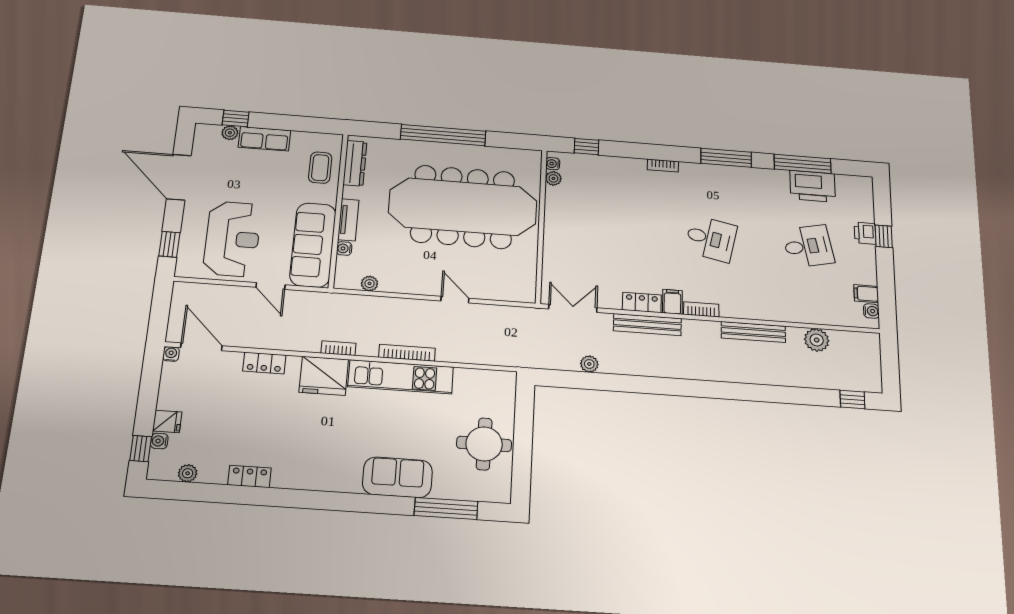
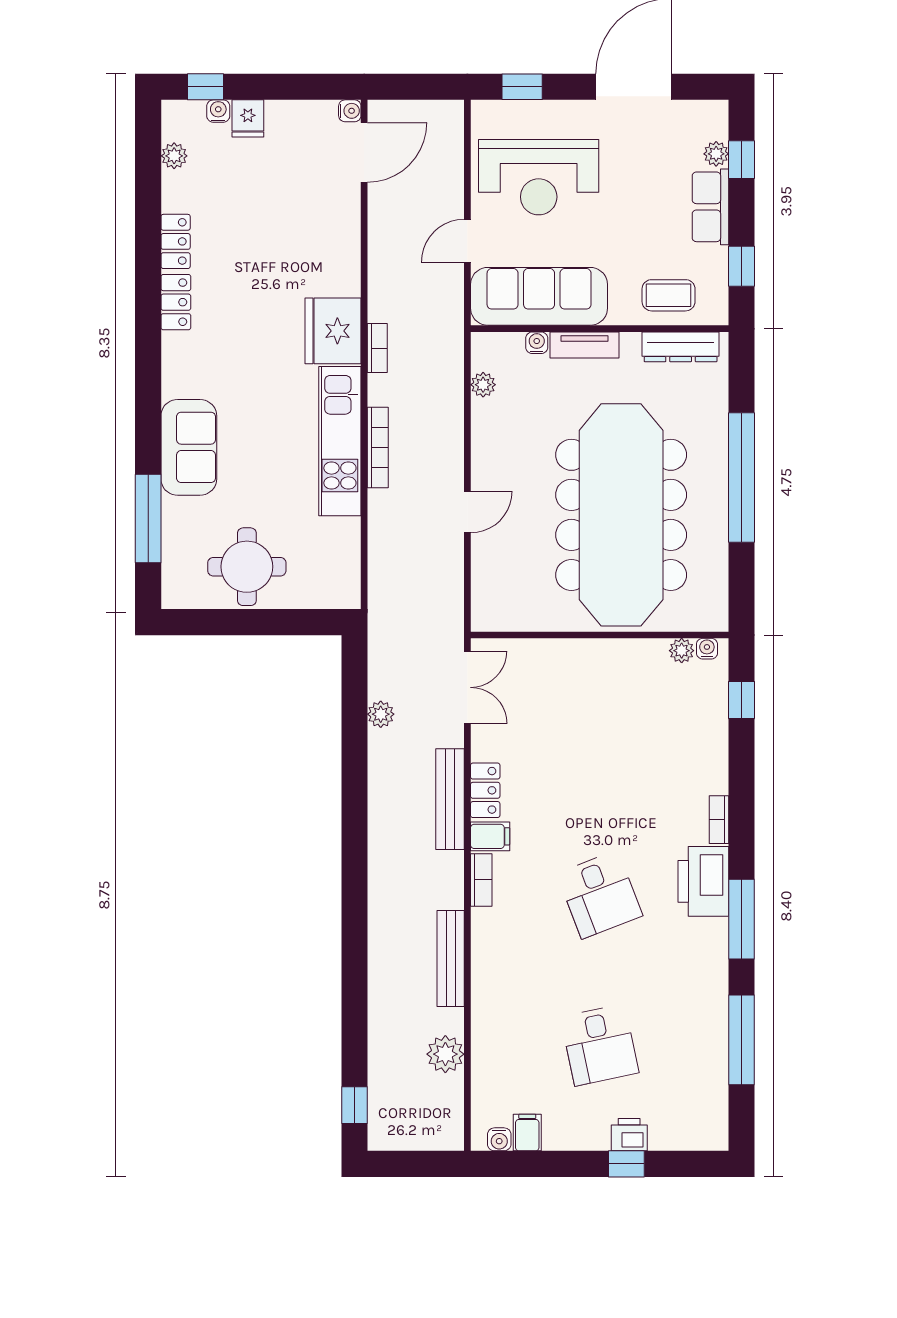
window: (306, 124) -> (741, 266), added
printer: (813, 186) -> (703, 881), moved
desk: (711, 239) -> (600, 895), turned -33
locker: (264, 363) -> (176, 302), moved, turned 180

